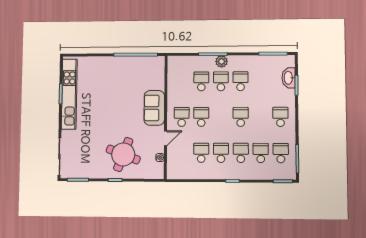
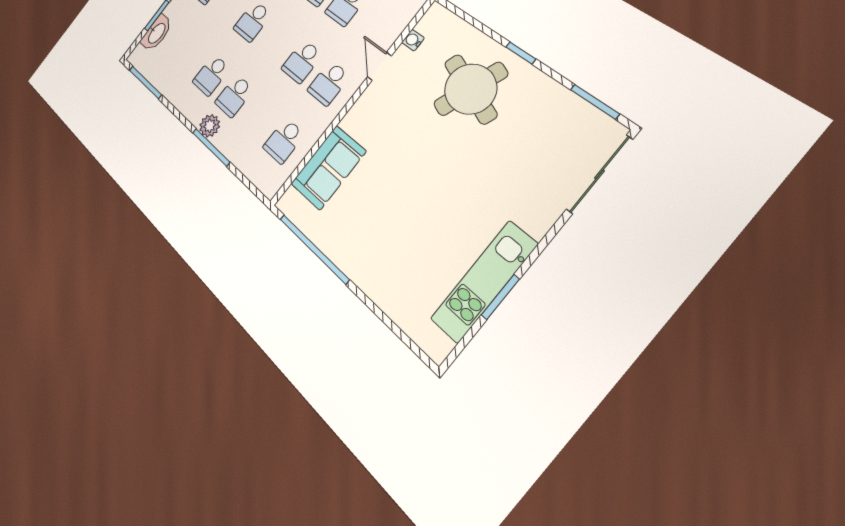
school desk: (201, 81) -> (284, 141), moved
kitchen unit: (69, 94) -> (484, 282), width x0.73
sofa: (154, 108) -> (328, 168), moved
door: (166, 138) -> (379, 66), hinge flipped

